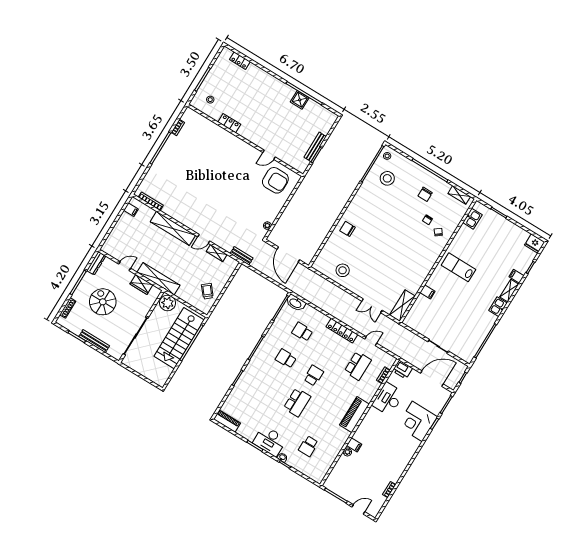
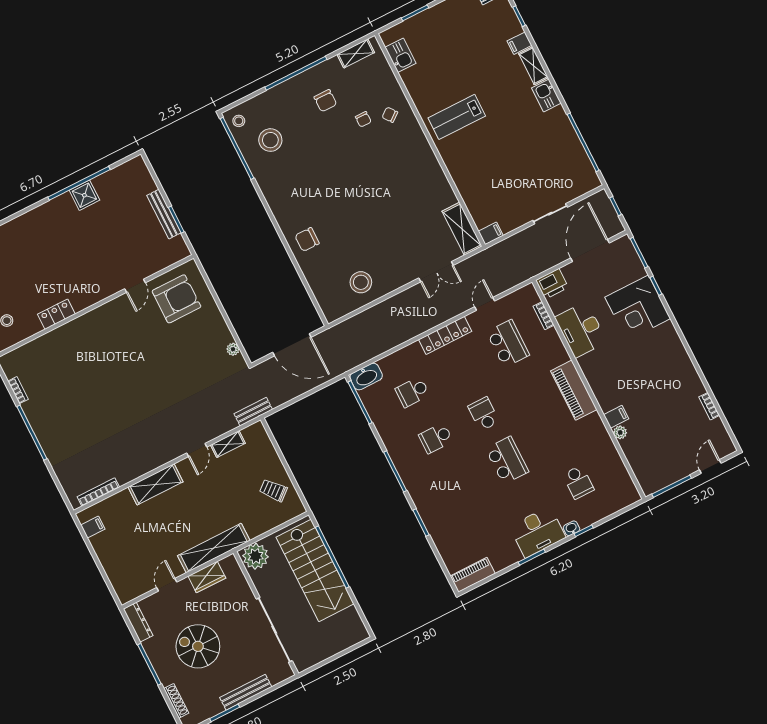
shelving: (173, 228) -> (156, 484), width x0.68
filing cabinet: (427, 292) -> (491, 233), moved

